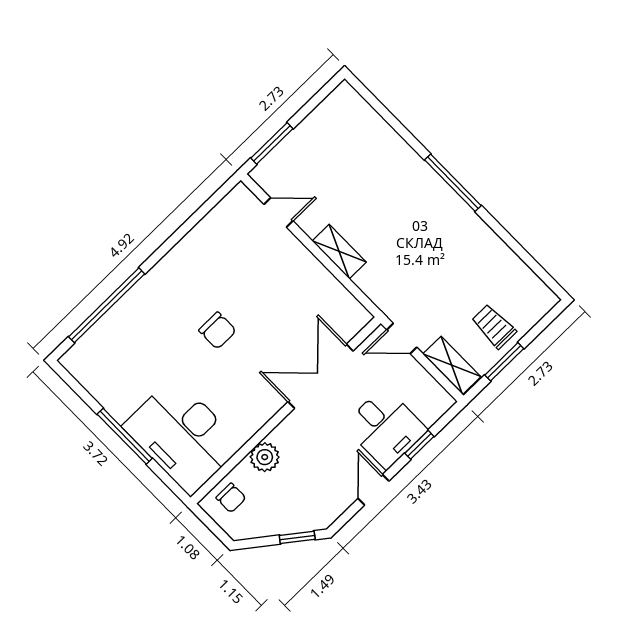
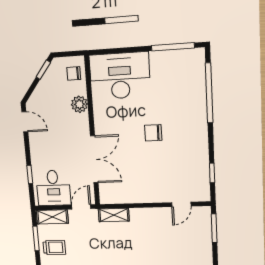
window: (203, 211) -> (212, 173), added
shelving: (339, 252) -> (114, 215), moved
desk: (385, 428) -> (53, 188), moved, turned -90
window: (125, 436) -> (173, 47), moved
door: (373, 490) -> (25, 122), moved
window: (297, 537) -> (43, 70), moved

